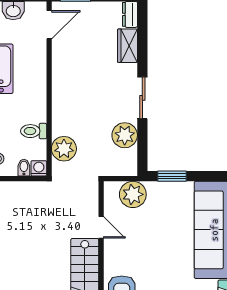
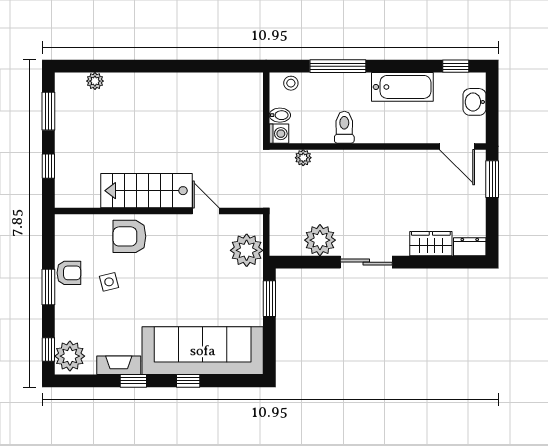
toilet: (34, 131) -> (344, 127), moved
plant: (64, 149) -> (303, 158), width x0.53, depth x0.53
door: (101, 227) -> (206, 211), swing flipped

